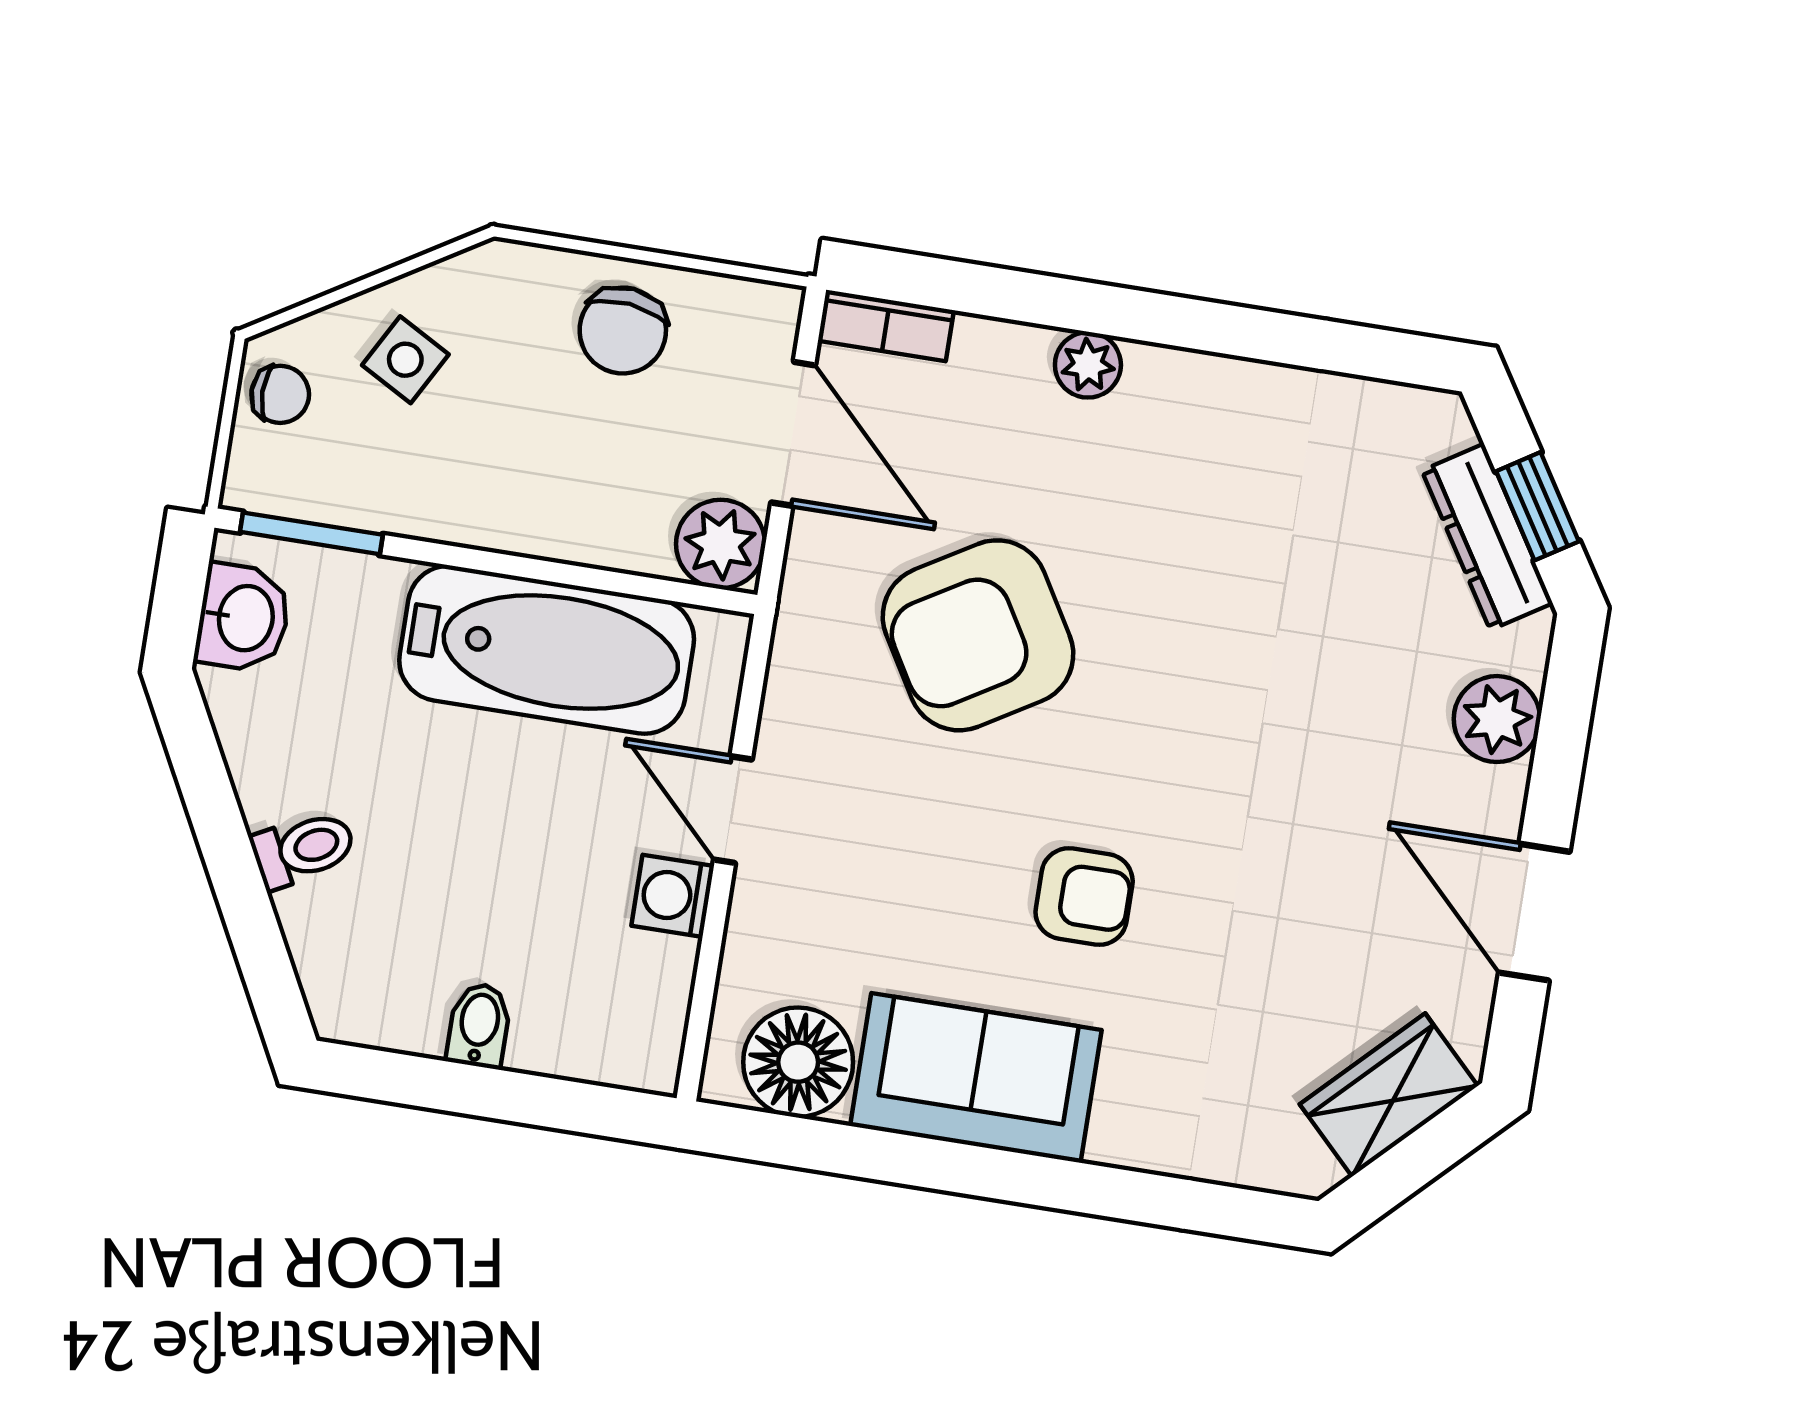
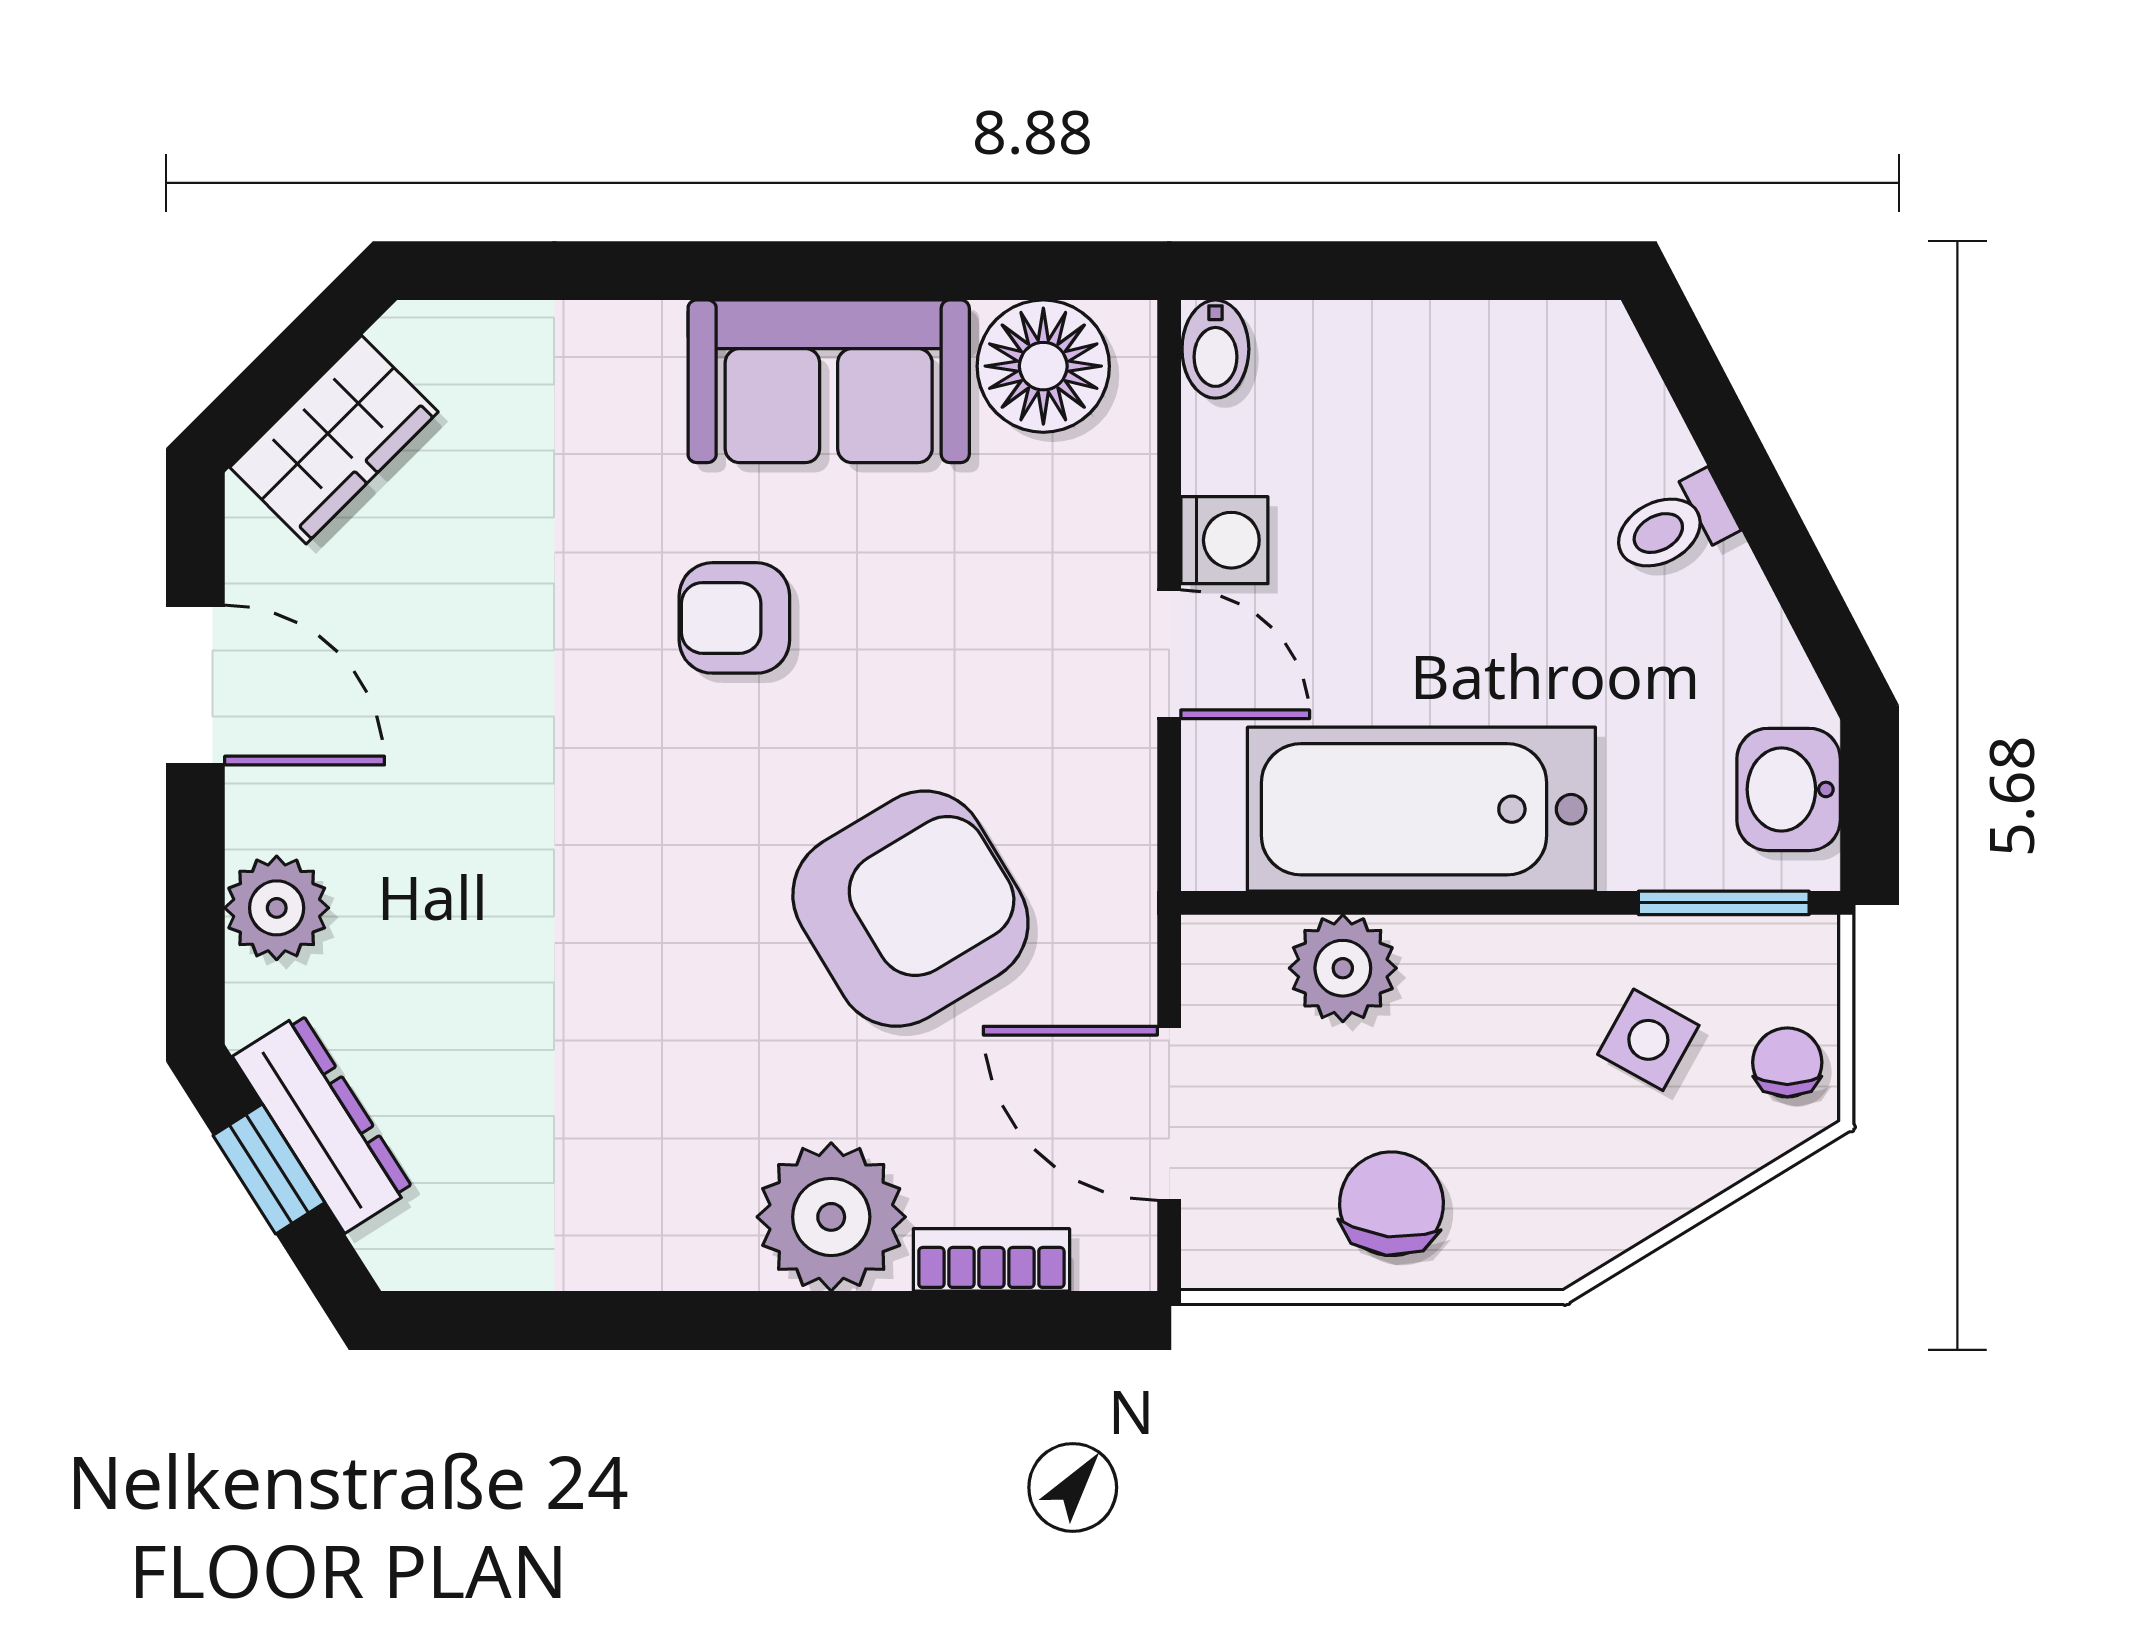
bookcase: (886, 325) -> (991, 1260), moved
side table: (405, 360) -> (1648, 1040), moved
plant: (1088, 365) -> (831, 1217), width x1.87, depth x1.87
chair: (280, 394) -> (1787, 1062), turned 90
plant: (721, 544) -> (1343, 968), moved
bidet: (479, 1025) -> (1215, 349), moved

